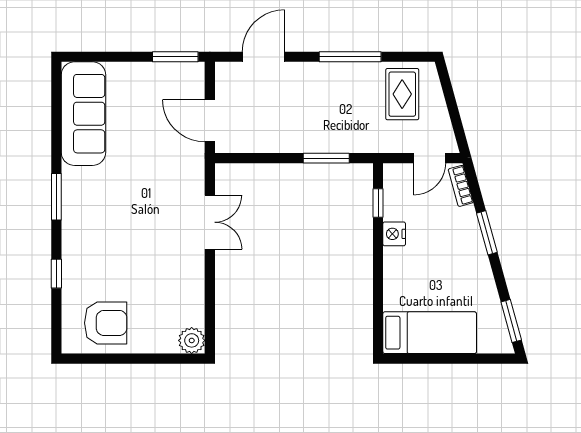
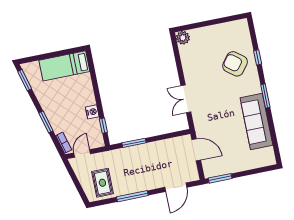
sofa: (83, 114) -> (256, 121), moved
armchair: (106, 323) -> (235, 64), moved, turned 38

